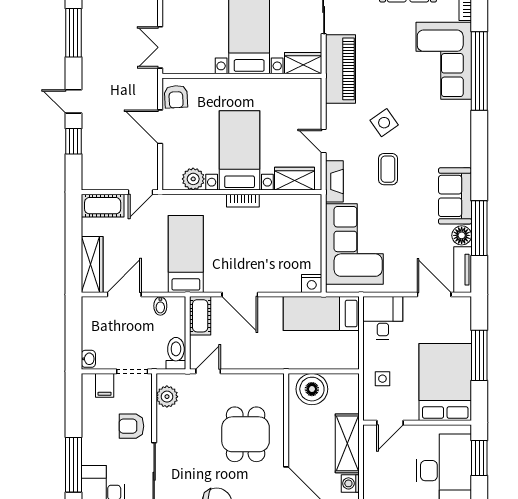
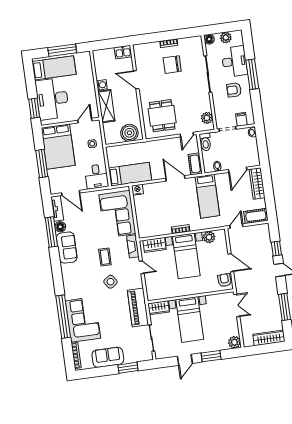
armchair: (131, 426) -> (234, 90), moved, turned 180
dining table: (246, 434) -> (162, 116), moved

